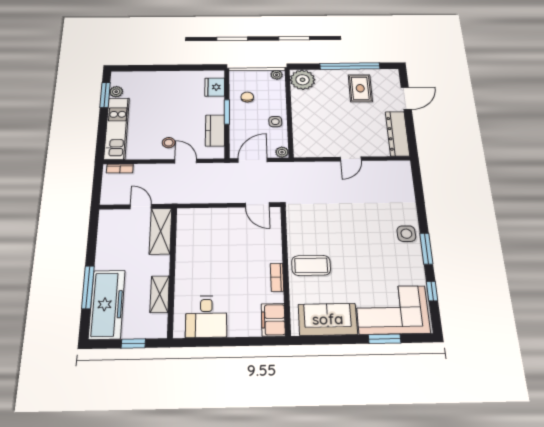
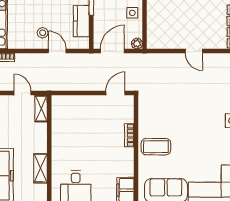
door: (351, 159) -> (194, 51), hinge flipped
door: (257, 205) -> (115, 93), swing flipped
shelving: (161, 231) -> (41, 109), width x0.67, depth x0.75
bookcase: (277, 277) -> (129, 135), moved

